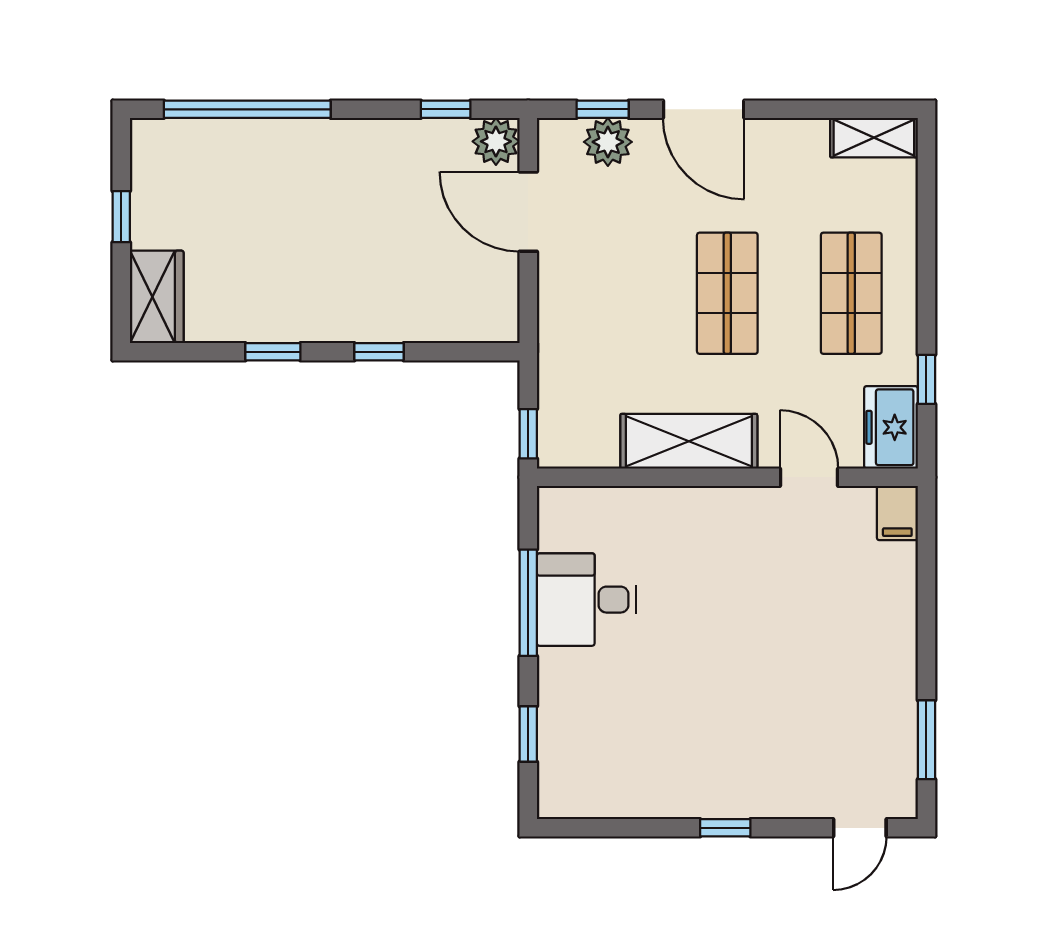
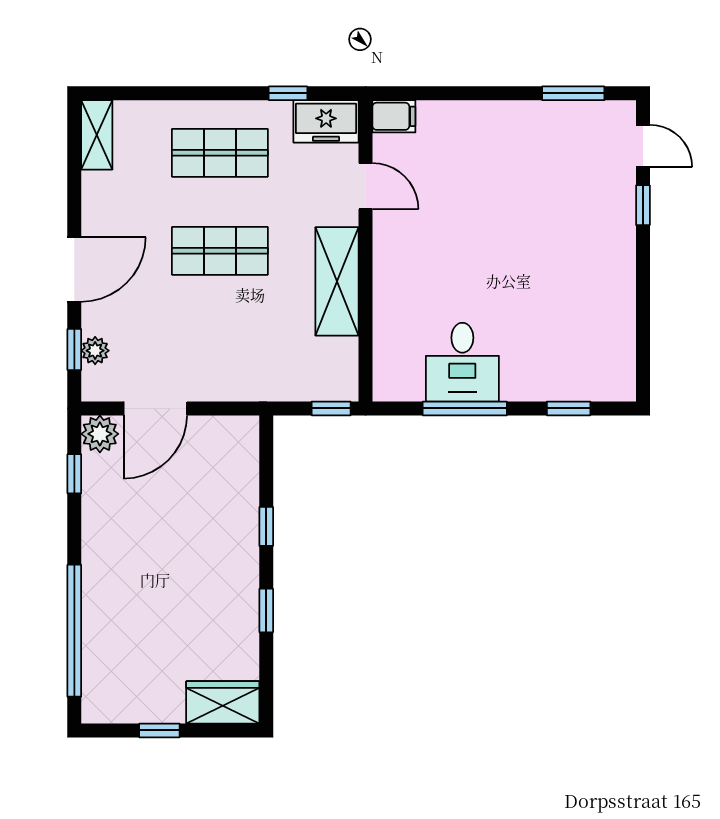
plant: (608, 142) -> (95, 351), width x0.73, depth x0.73
door: (809, 477) -> (365, 186), swing flipped
window: (725, 828) -> (643, 205), moved

